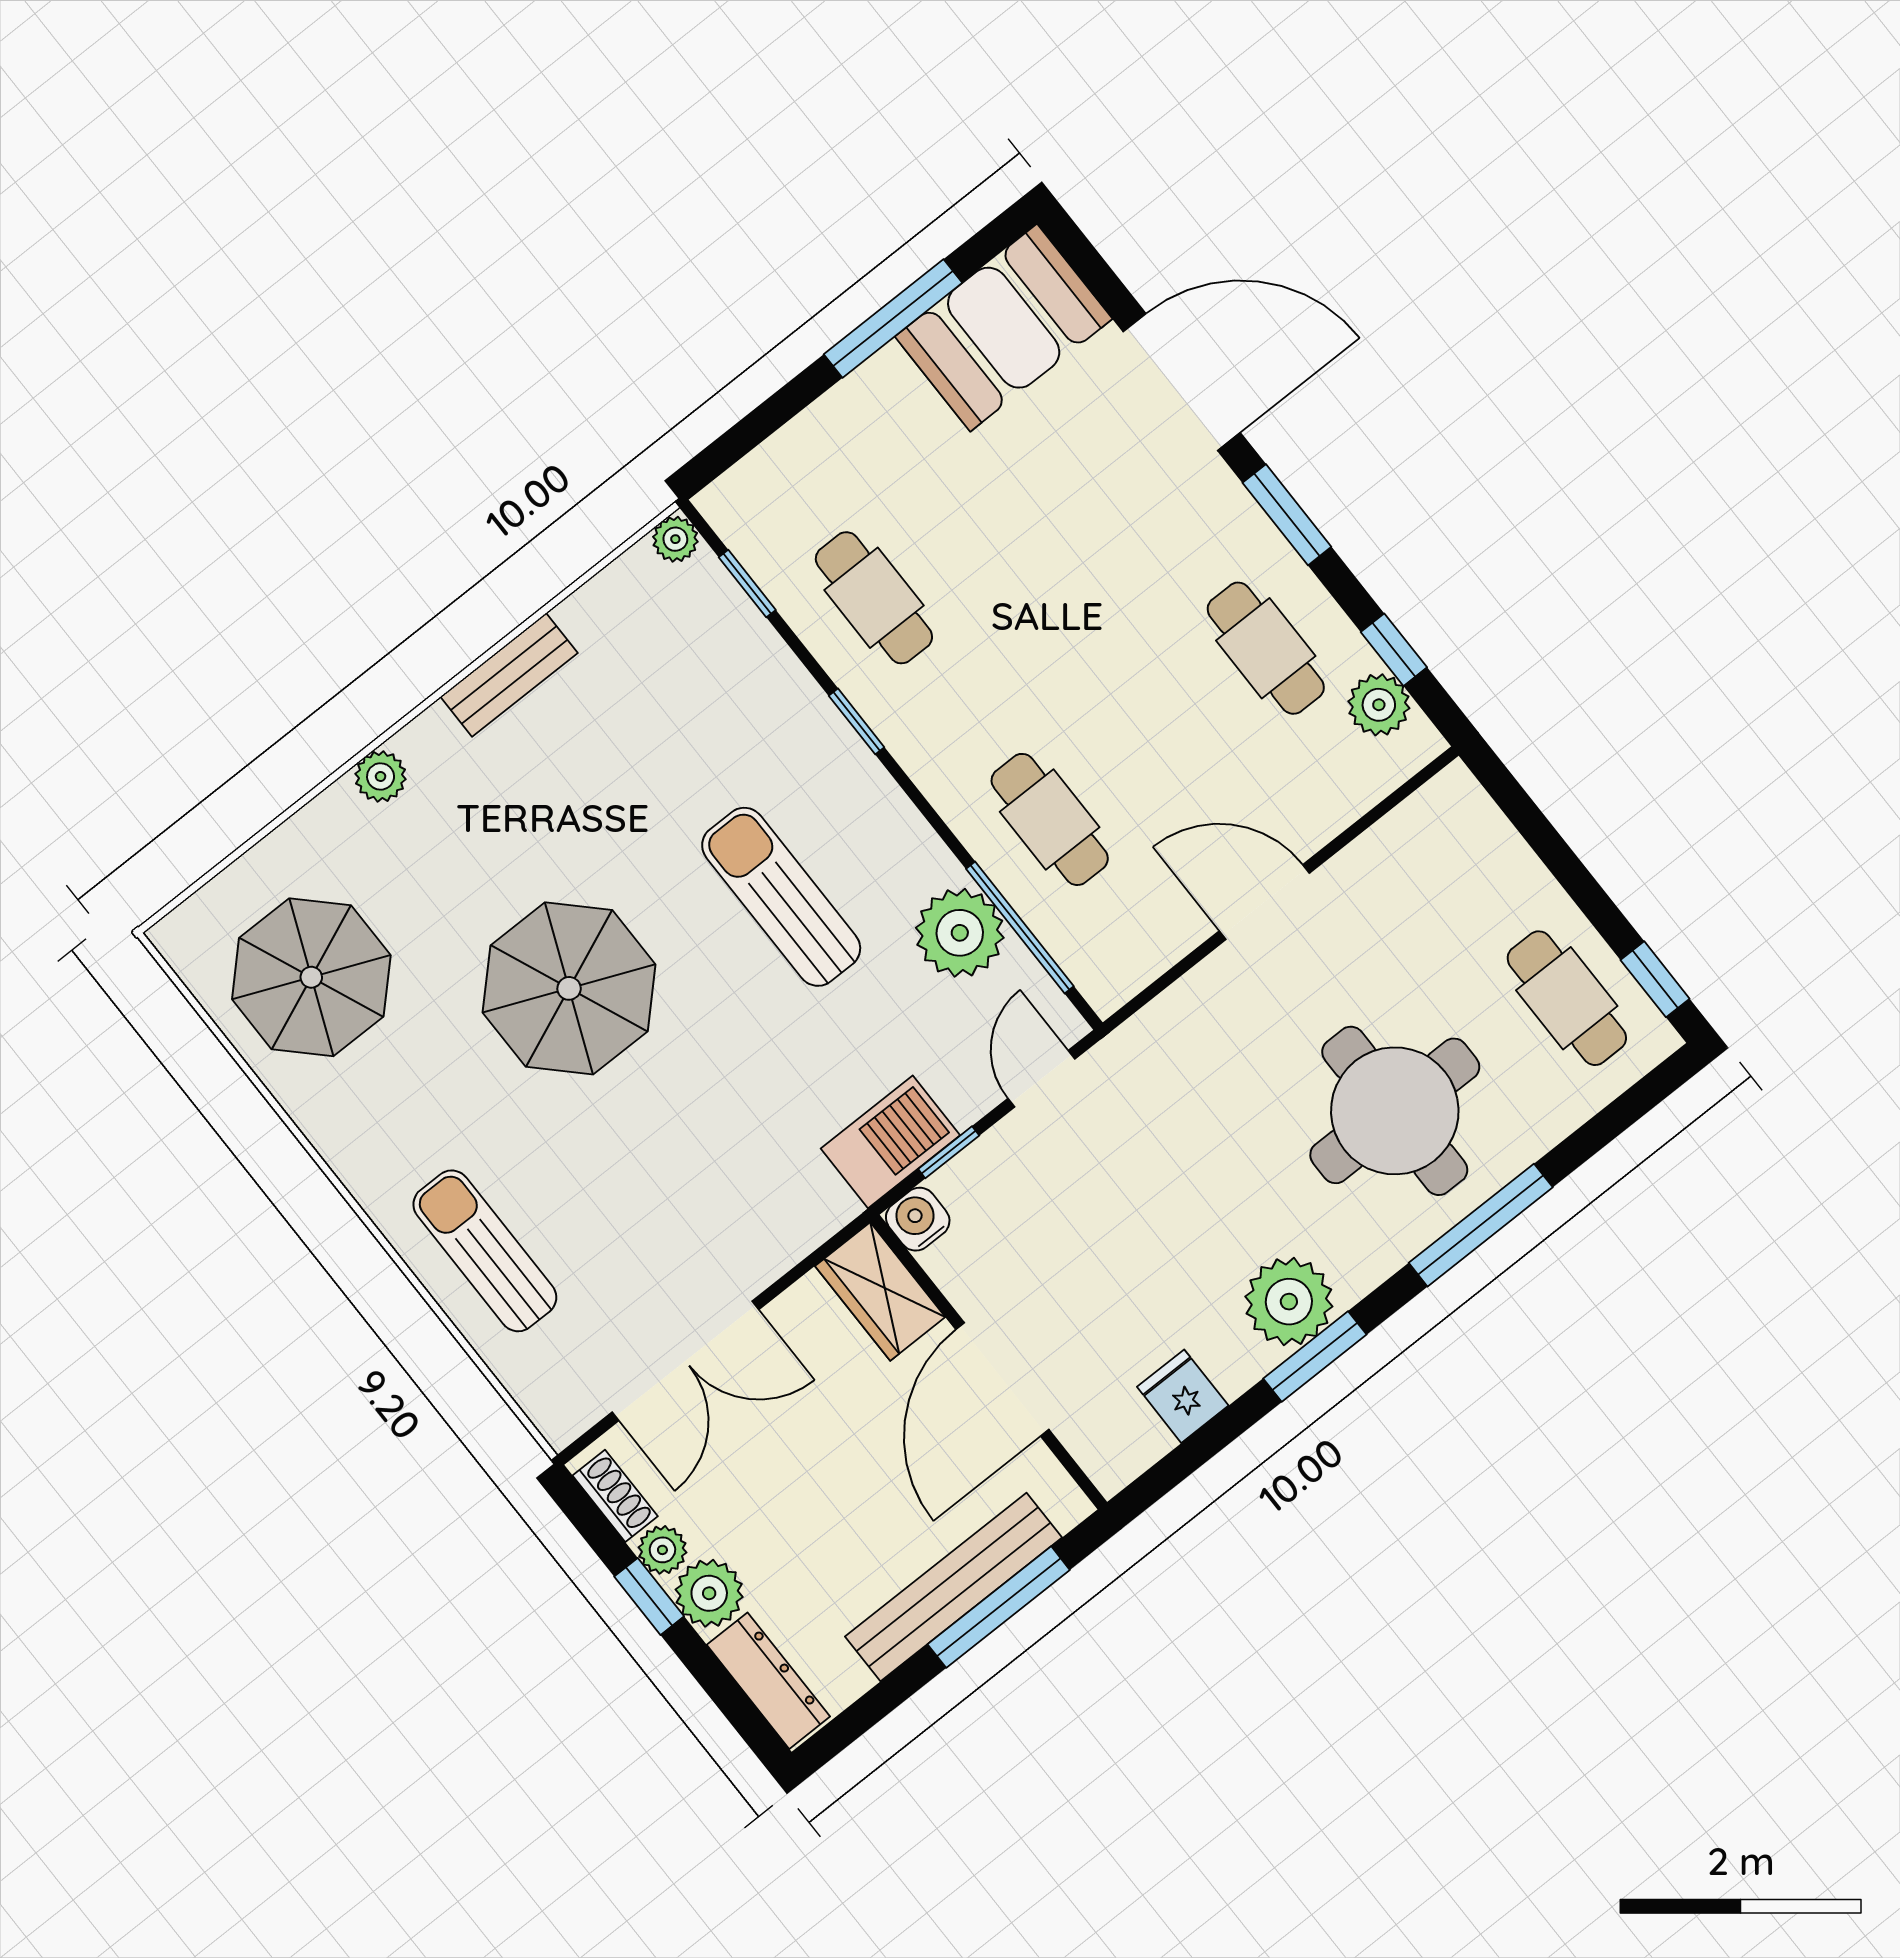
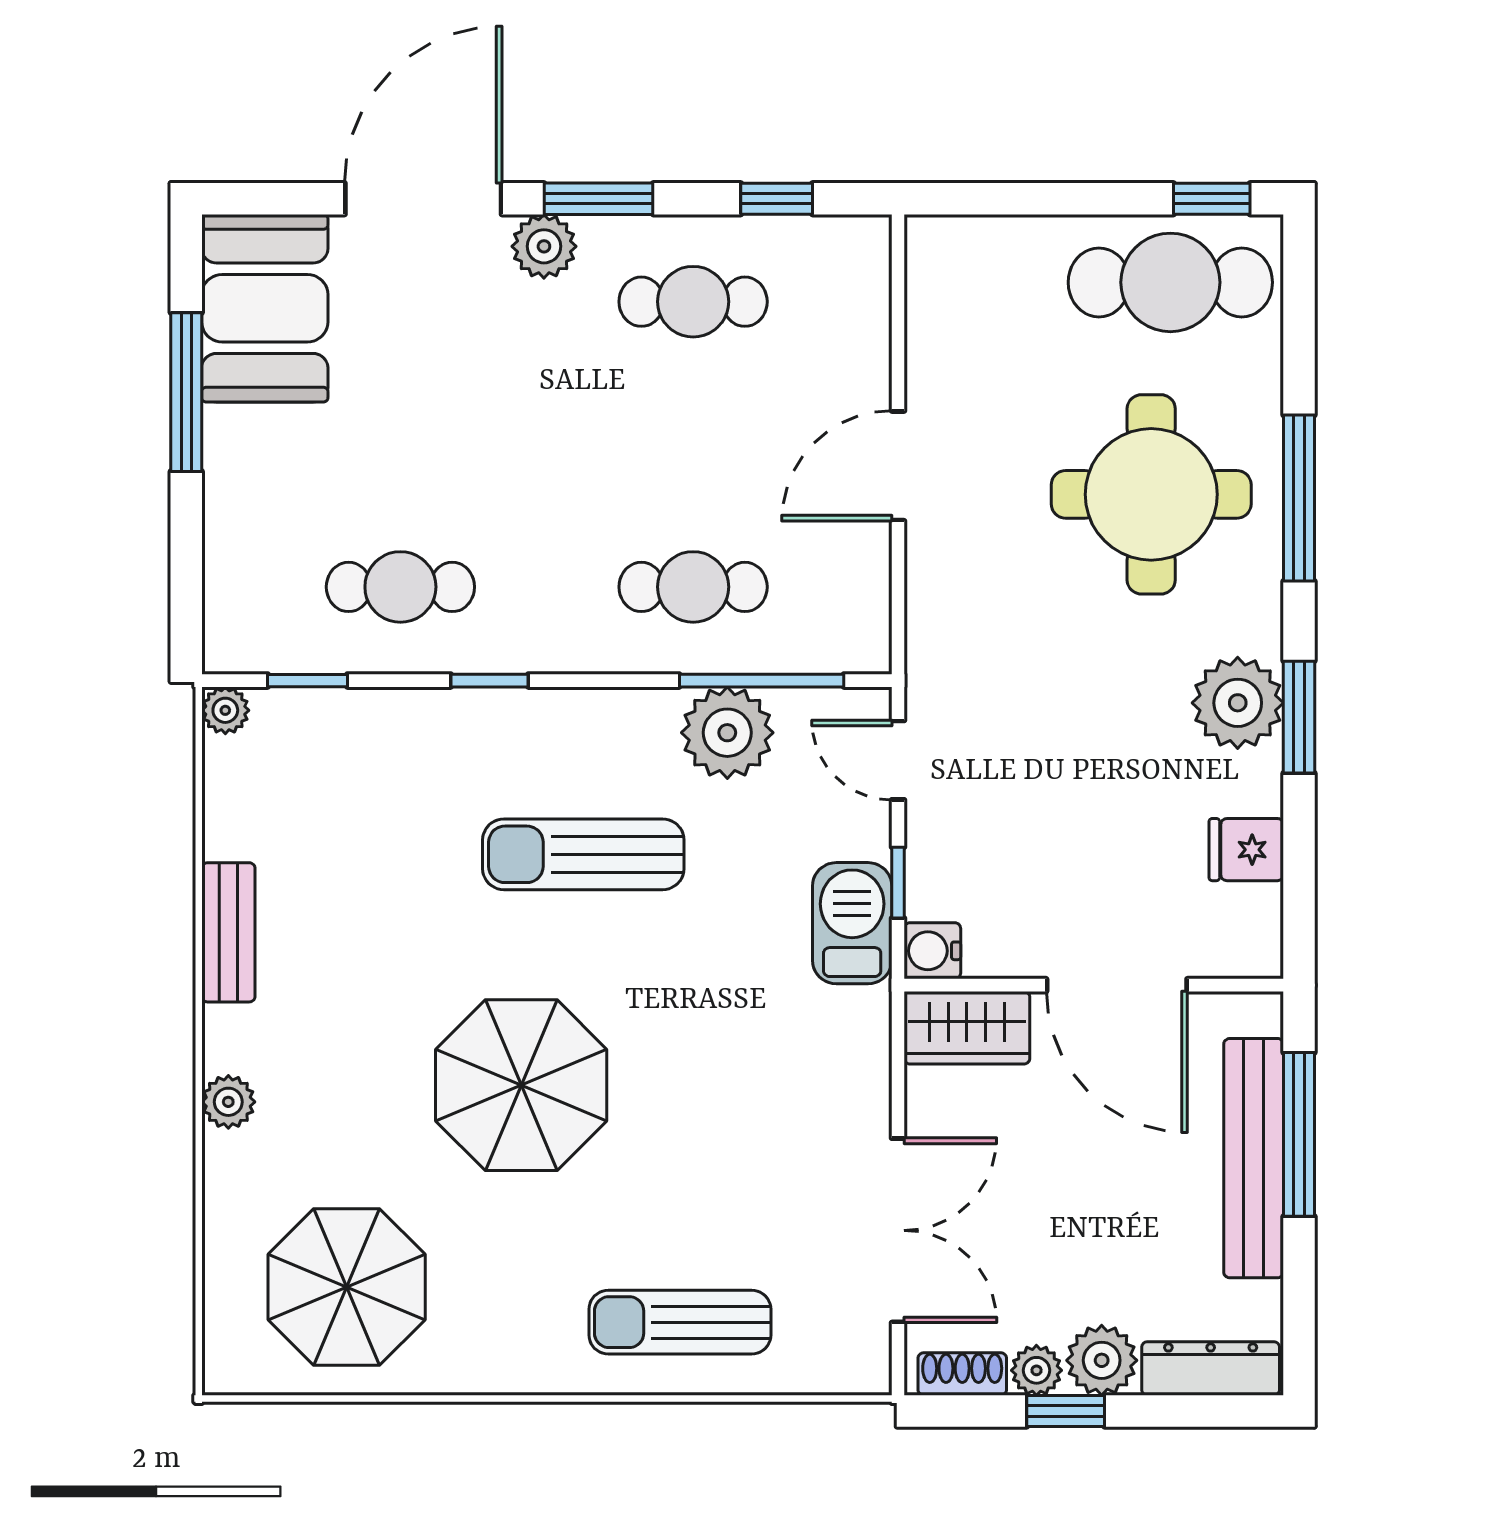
plant: (1379, 705) -> (544, 246), moved
cafe table: (1567, 998) -> (1170, 282), width x1.37, depth x1.35

